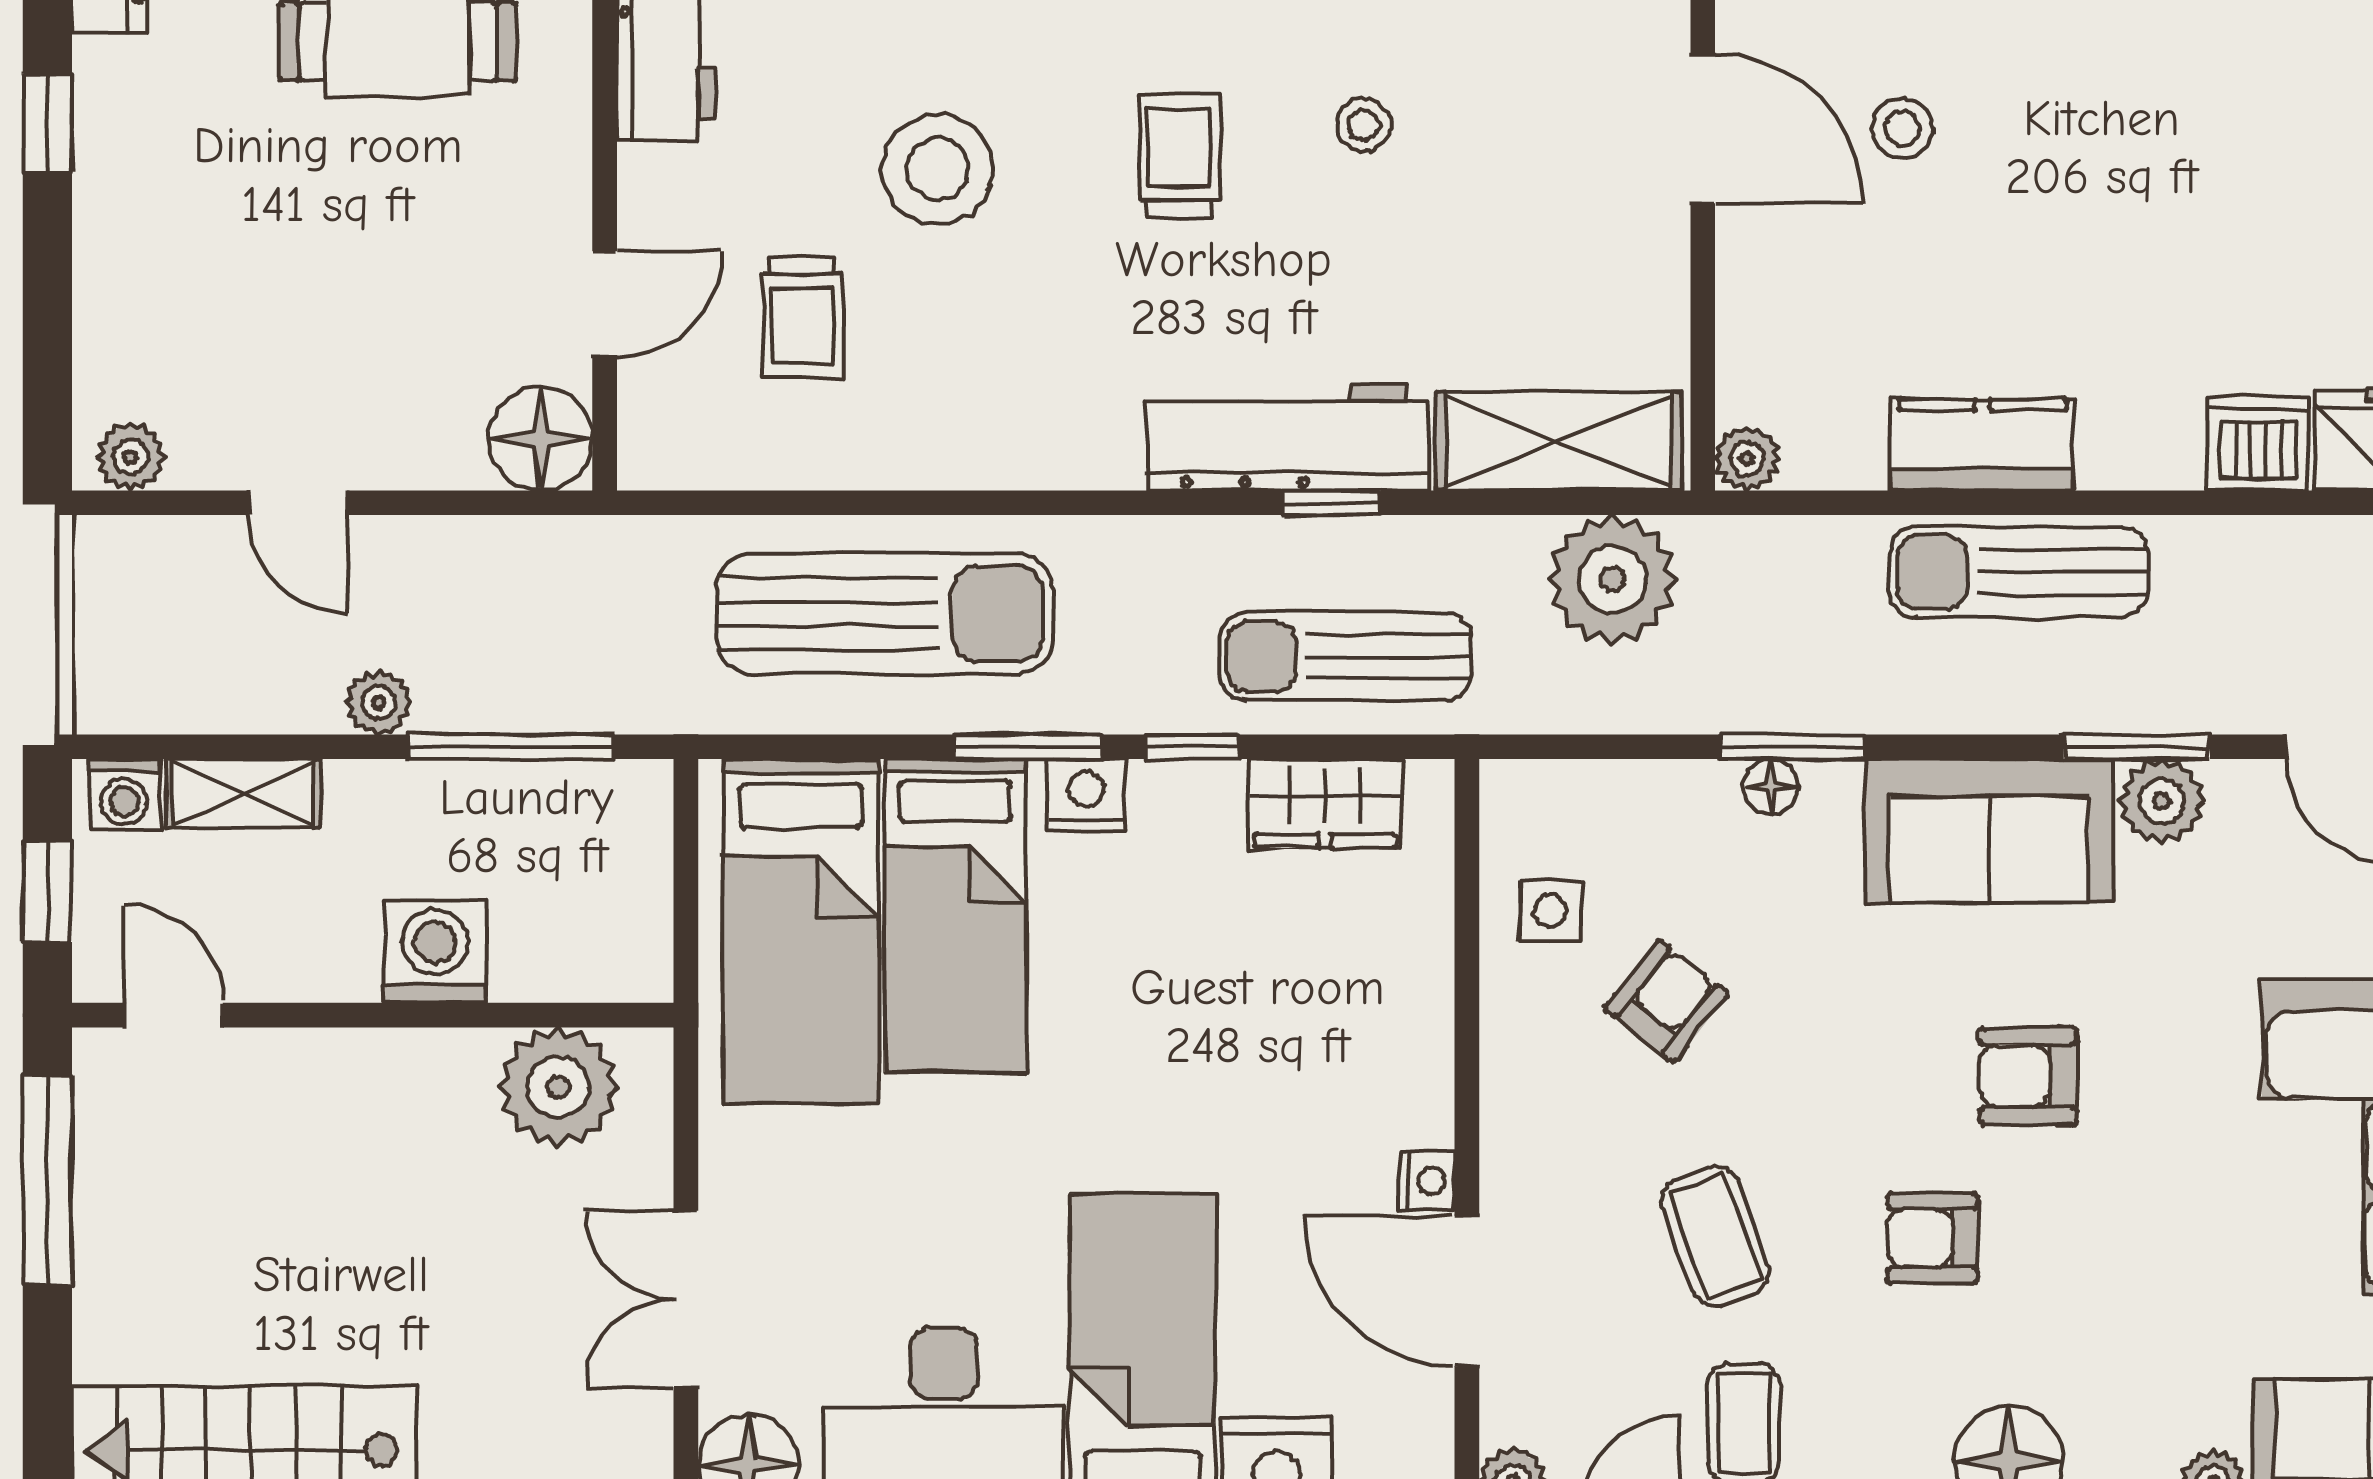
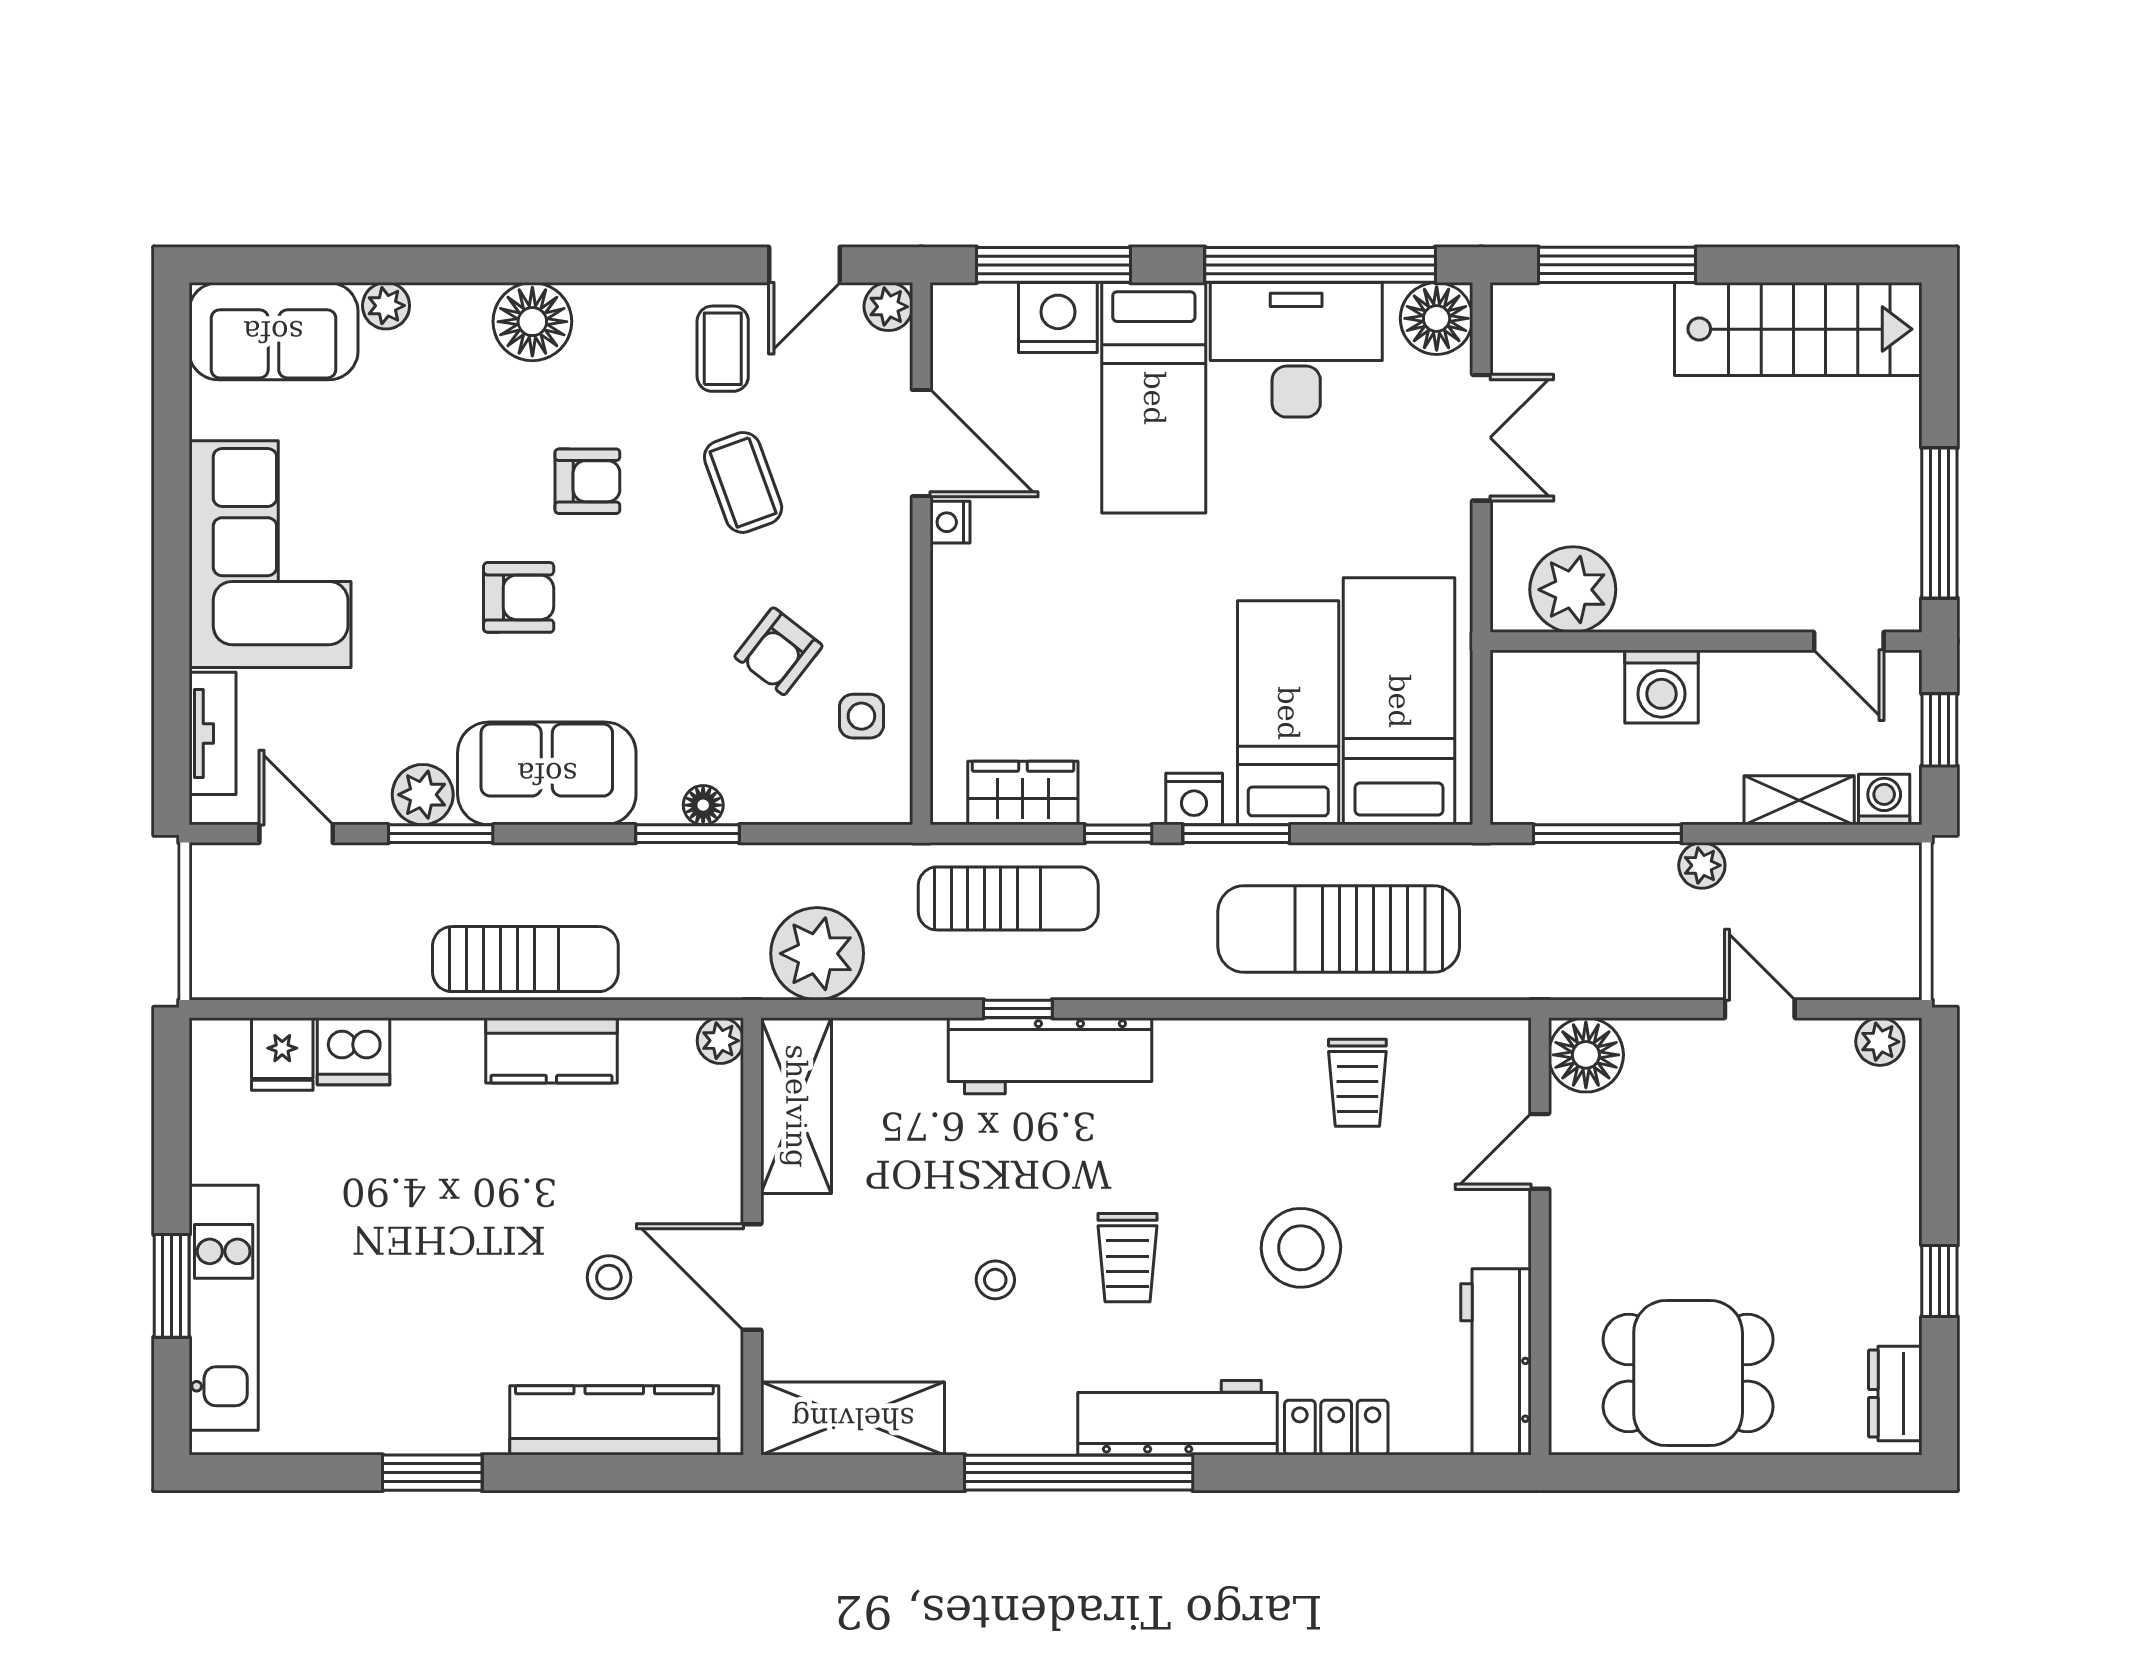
trolley: (802, 317) -> (1357, 1083), moved, turned 180
shelving: (1558, 441) -> (796, 1106), moved, turned 90

